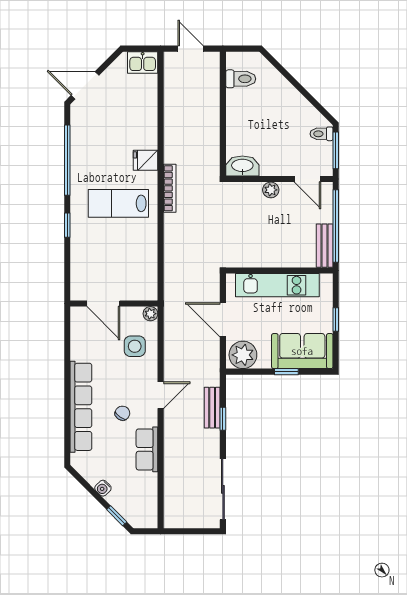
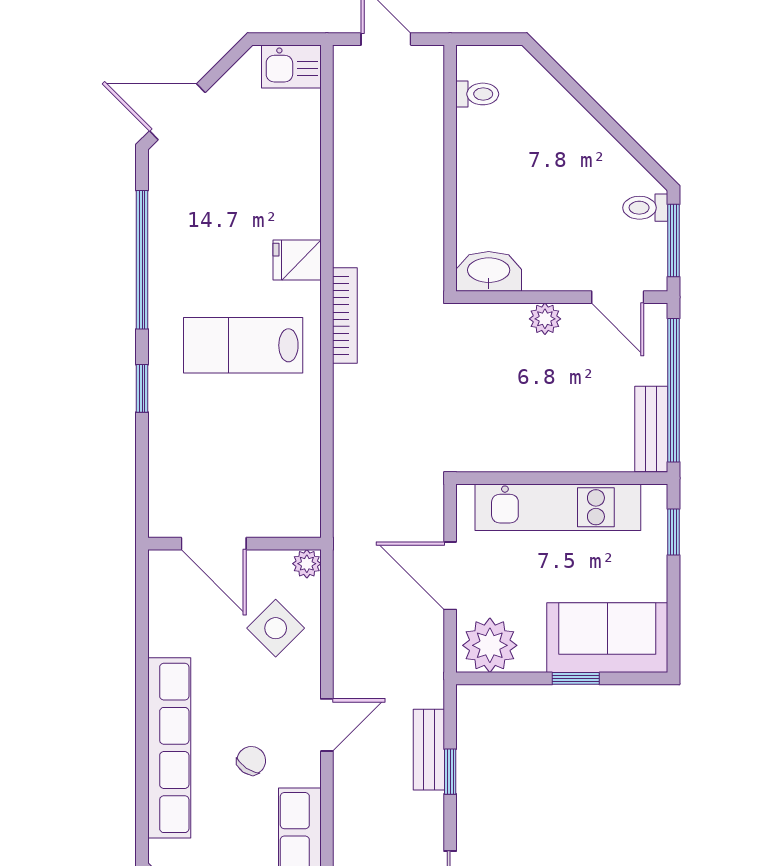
toilet: (241, 79) -> (477, 94), width x0.73, depth x0.72
window: (336, 319) -> (674, 532), moved
side table: (135, 346) -> (276, 628), turned 45

